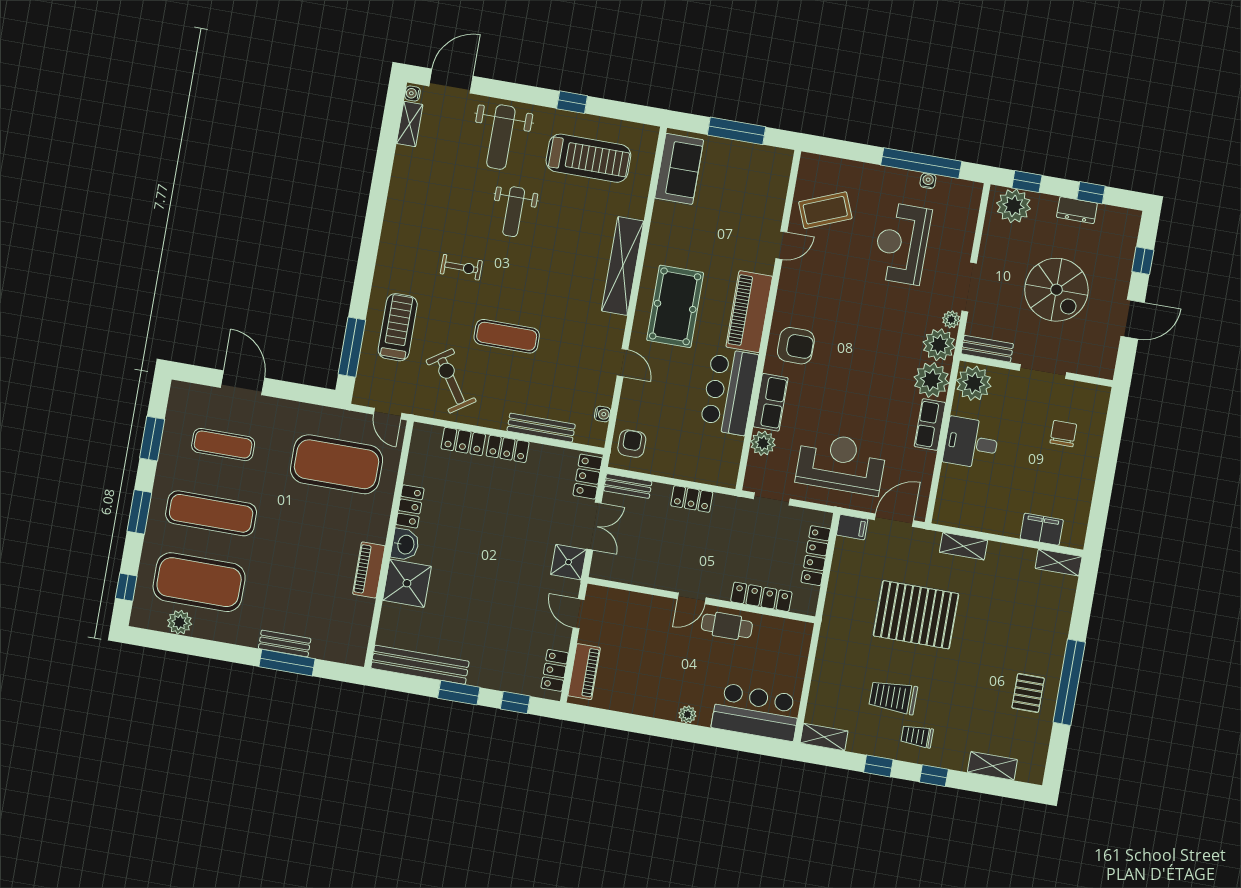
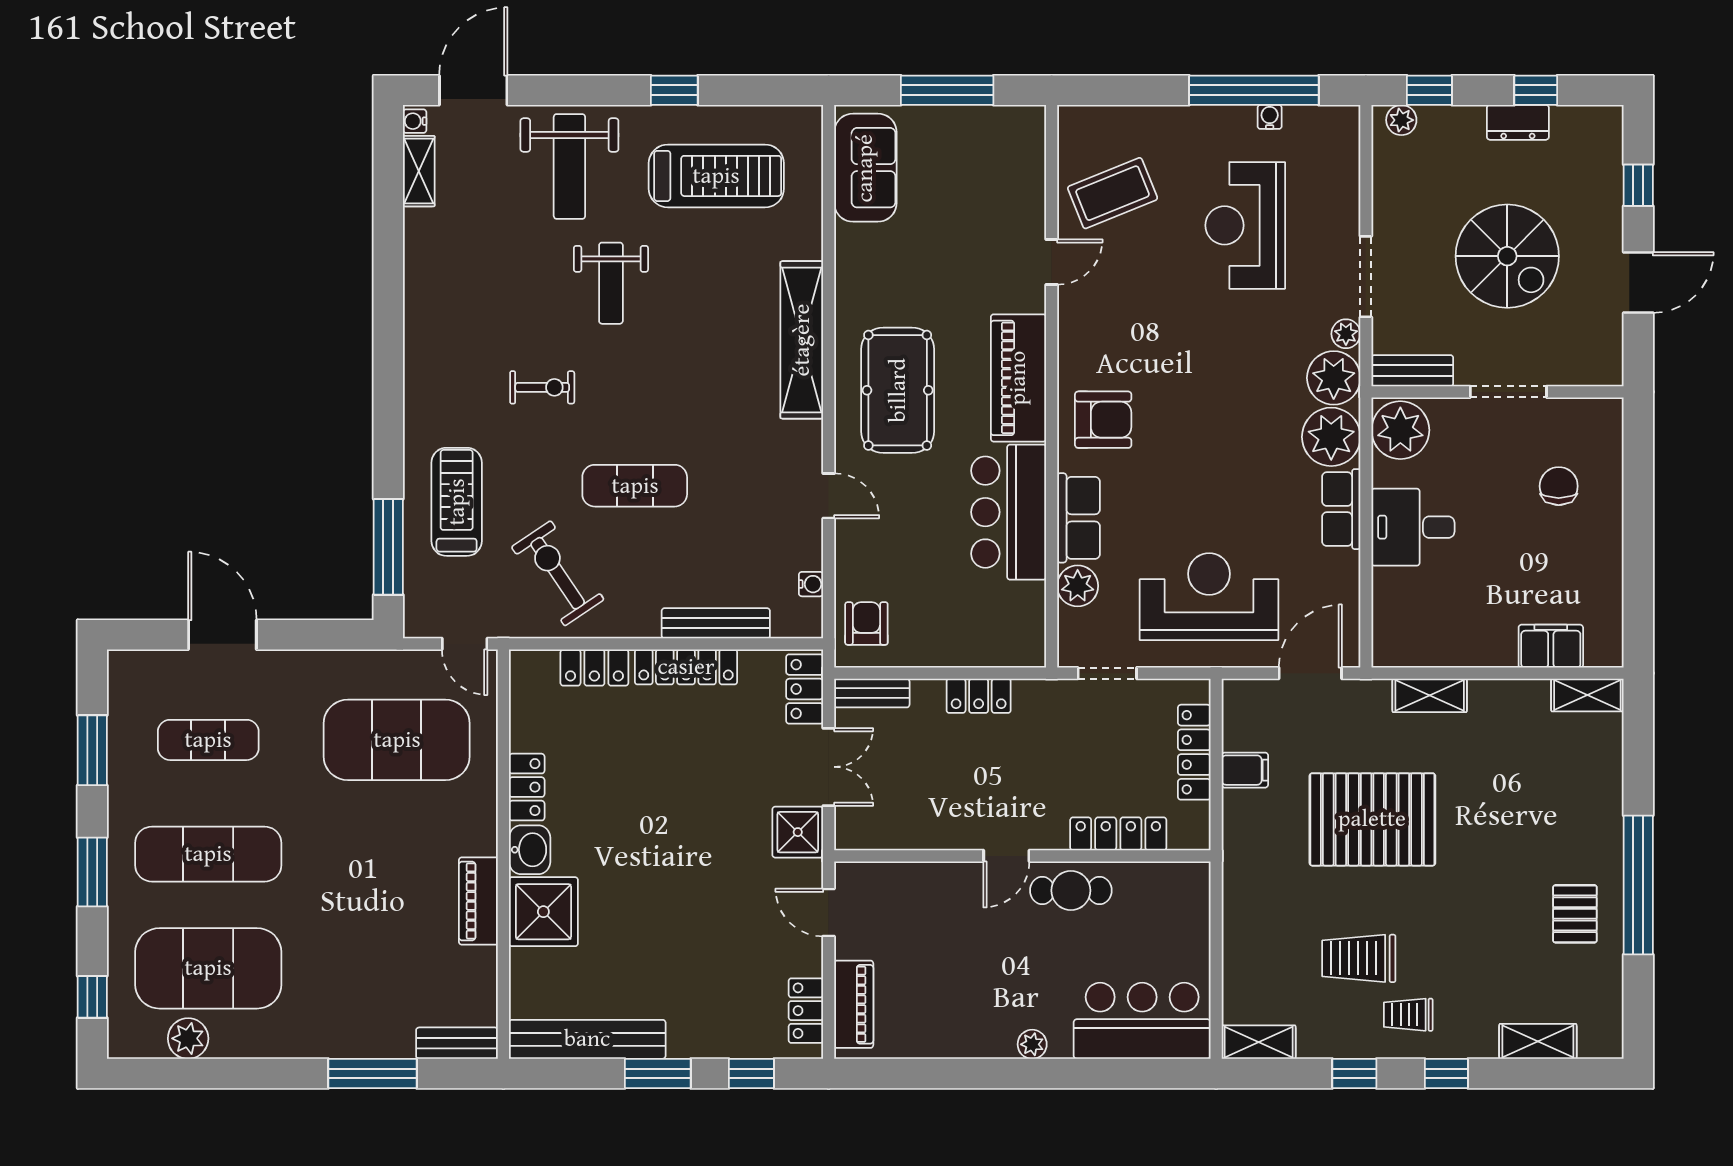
plant: (1014, 206) -> (1401, 120), width x0.53, depth x0.53
locker: (508, 449) -> (686, 667), width x1.53
filing cabinet: (852, 527) -> (1245, 770), moved
bench: (285, 643) -> (457, 1043), moved

